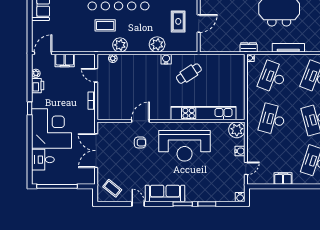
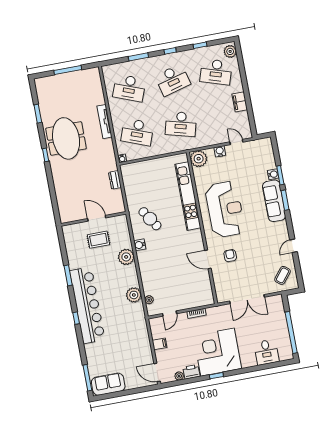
coffee table: (105, 25) -> (117, 314), removed
dresser: (249, 47) -> (115, 180), moved
filing cabinet: (65, 61) -> (160, 344), width x0.50
corner desk: (51, 129) -> (217, 352), moved
sofa: (165, 193) -> (274, 201), moved
water cooler: (240, 197) -> (273, 174), moved

